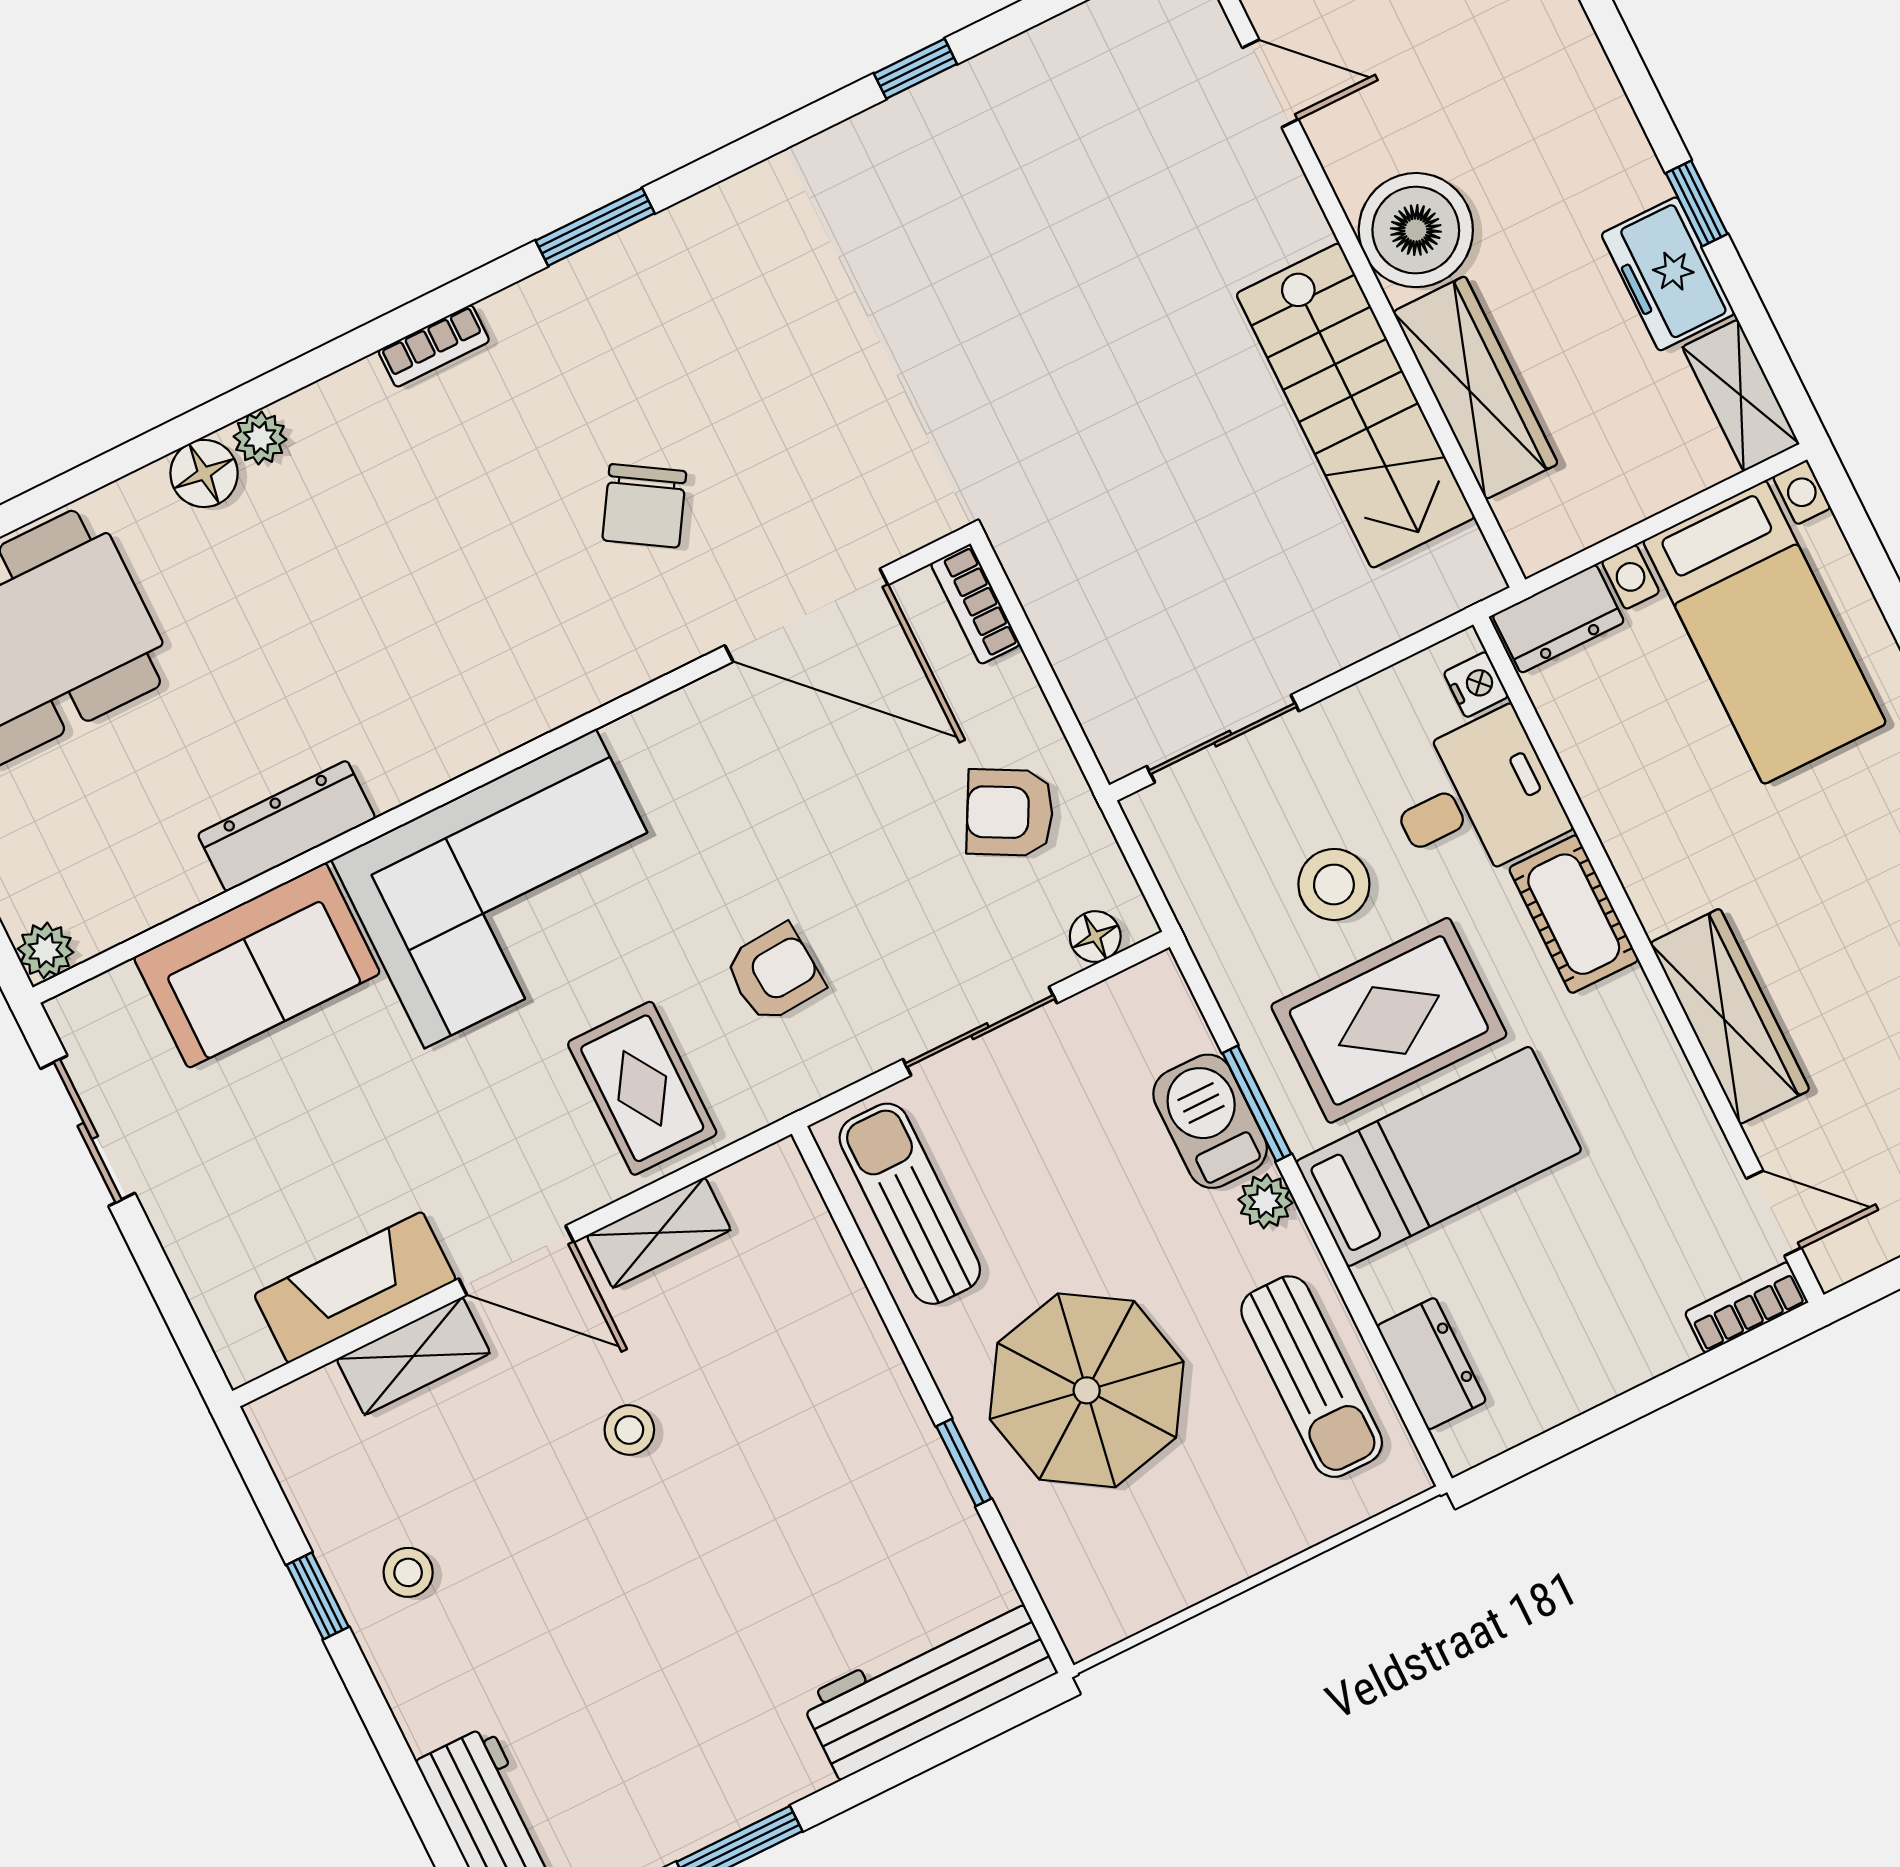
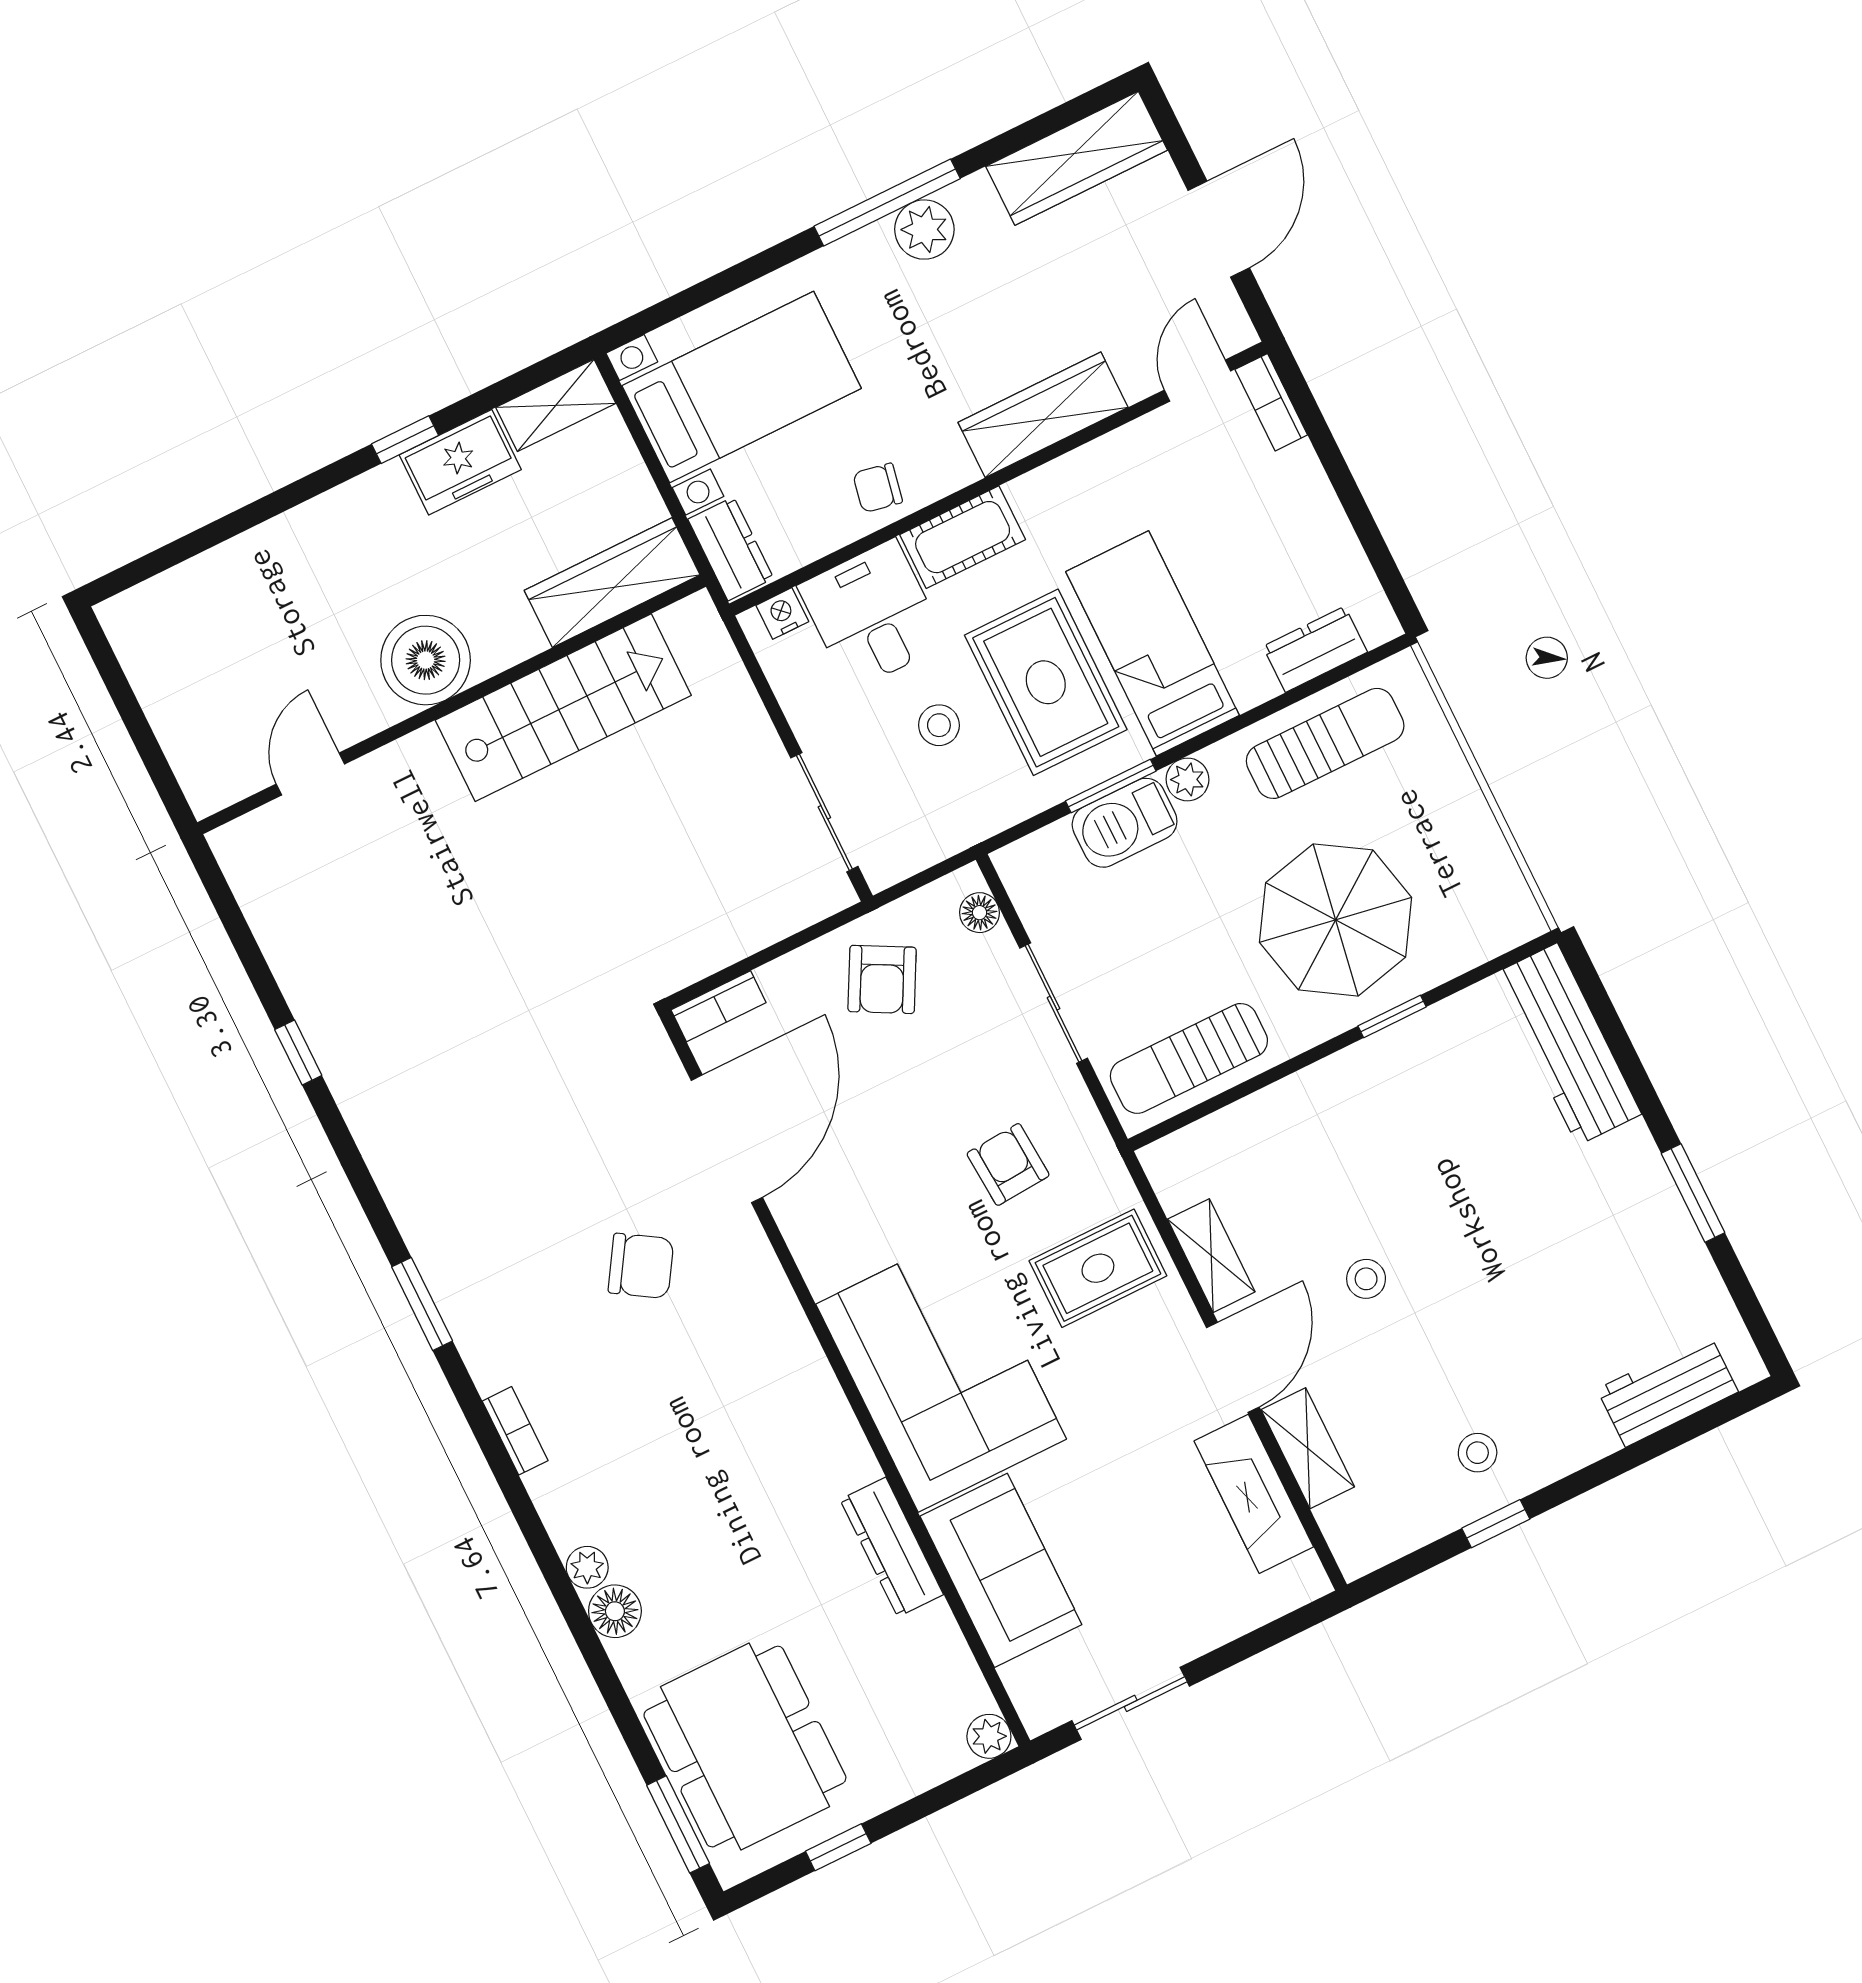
wardrobe: (1475, 388) -> (612, 583), moved
chair: (1636, 806) -> (878, 488), added
stool: (1334, 884) -> (939, 725), width x0.73, depth x0.73

